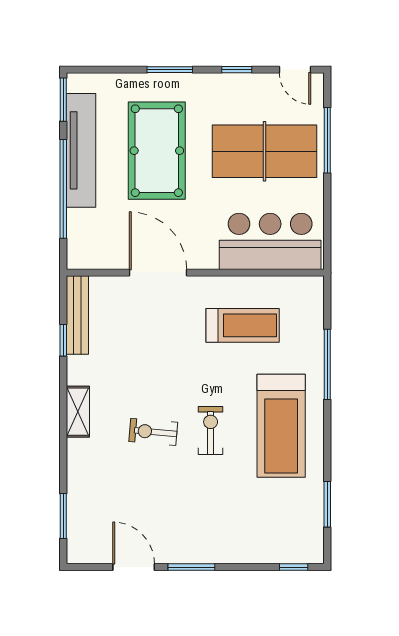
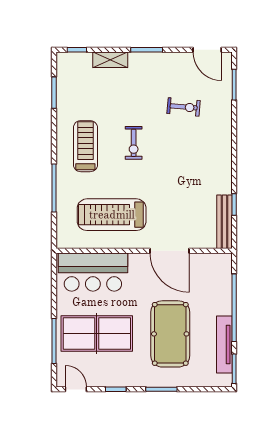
tv unit: (81, 150) -> (224, 344), width x0.73, depth x0.78
treadmill: (243, 325) -> (112, 215), width x1.37, depth x1.38
shelving: (78, 412) -> (110, 60), moved, turned 90
treadmill: (281, 426) -> (85, 146), width x0.73, depth x0.73
exercise bike: (153, 432) -> (184, 107), moved
door: (134, 567) -> (207, 50), moved

